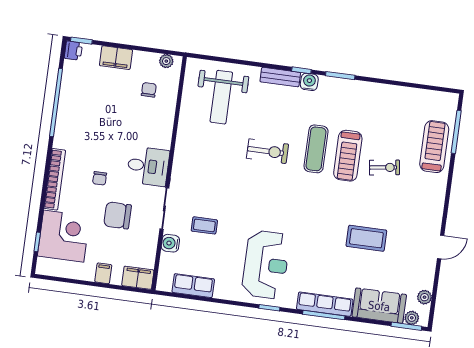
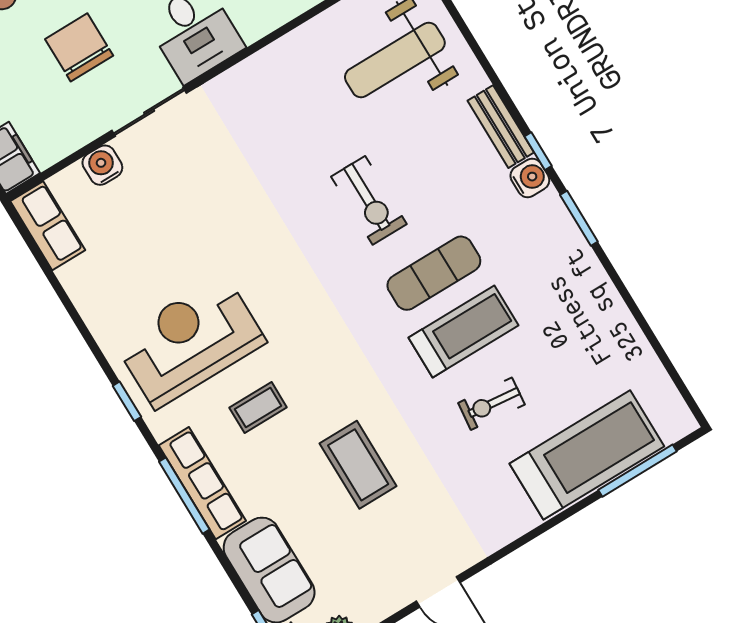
treadmill: (434, 147) -> (587, 455), width x1.37, depth x1.38
treadmill: (348, 156) -> (463, 331), turned 180
exercise bike: (385, 167) -> (491, 404), turned 104
coffee table: (204, 225) -> (258, 407), moved, turned 90
reception desk: (266, 265) -> (190, 341), turned 180
row of seats: (193, 286) -> (48, 226), moved

